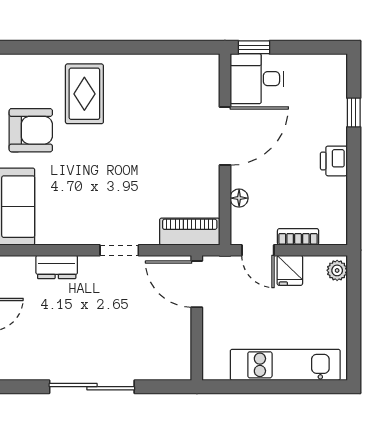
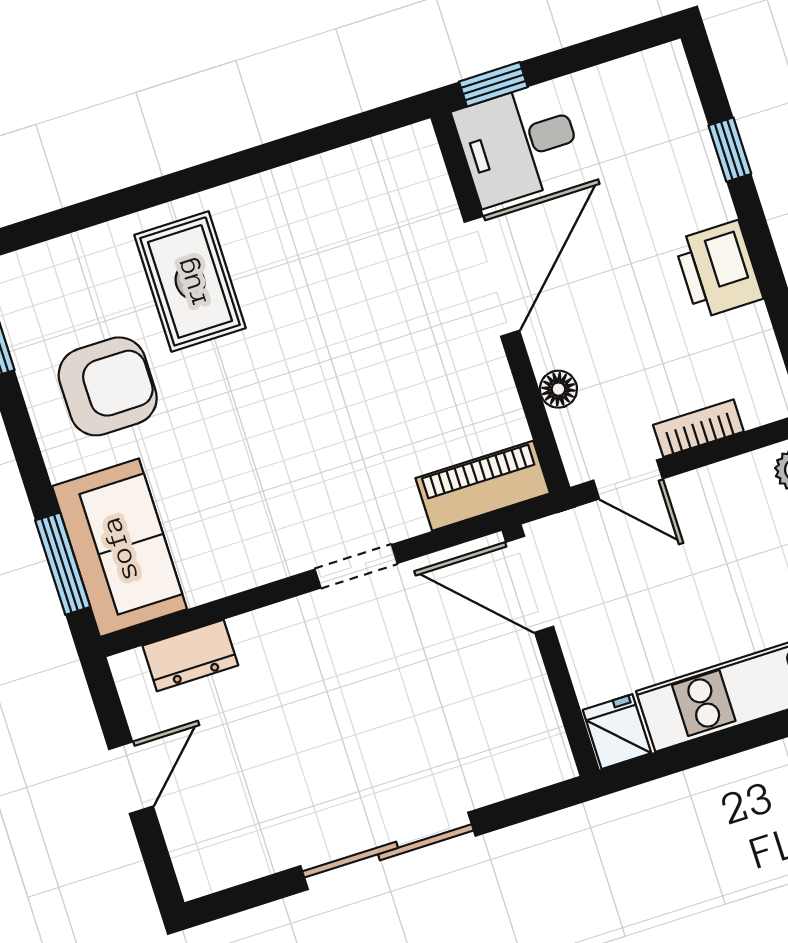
printer: (334, 161) -> (718, 270), width x1.36, depth x1.24
dresser: (57, 267) -> (190, 655), moved
fridge: (290, 270) -> (617, 732), moved, turned 180

